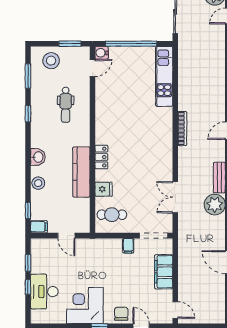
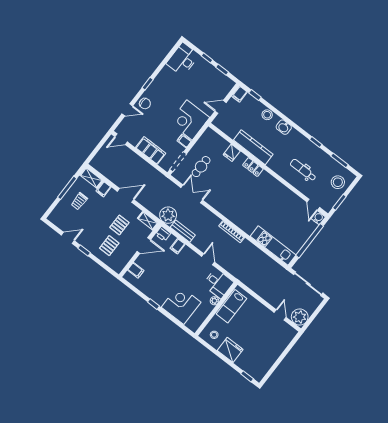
cafe table: (112, 215) -> (201, 167), moved
desk: (44, 292) -> (183, 59), moved, turned -90
corner desk: (85, 305) -> (189, 120), moved, turned 180

